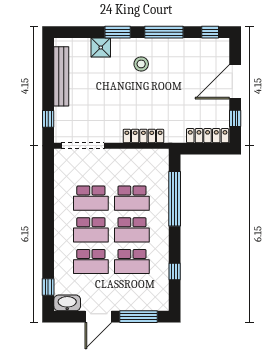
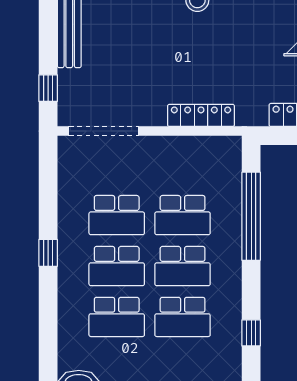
window: (48, 287) -> (48, 253), moved

